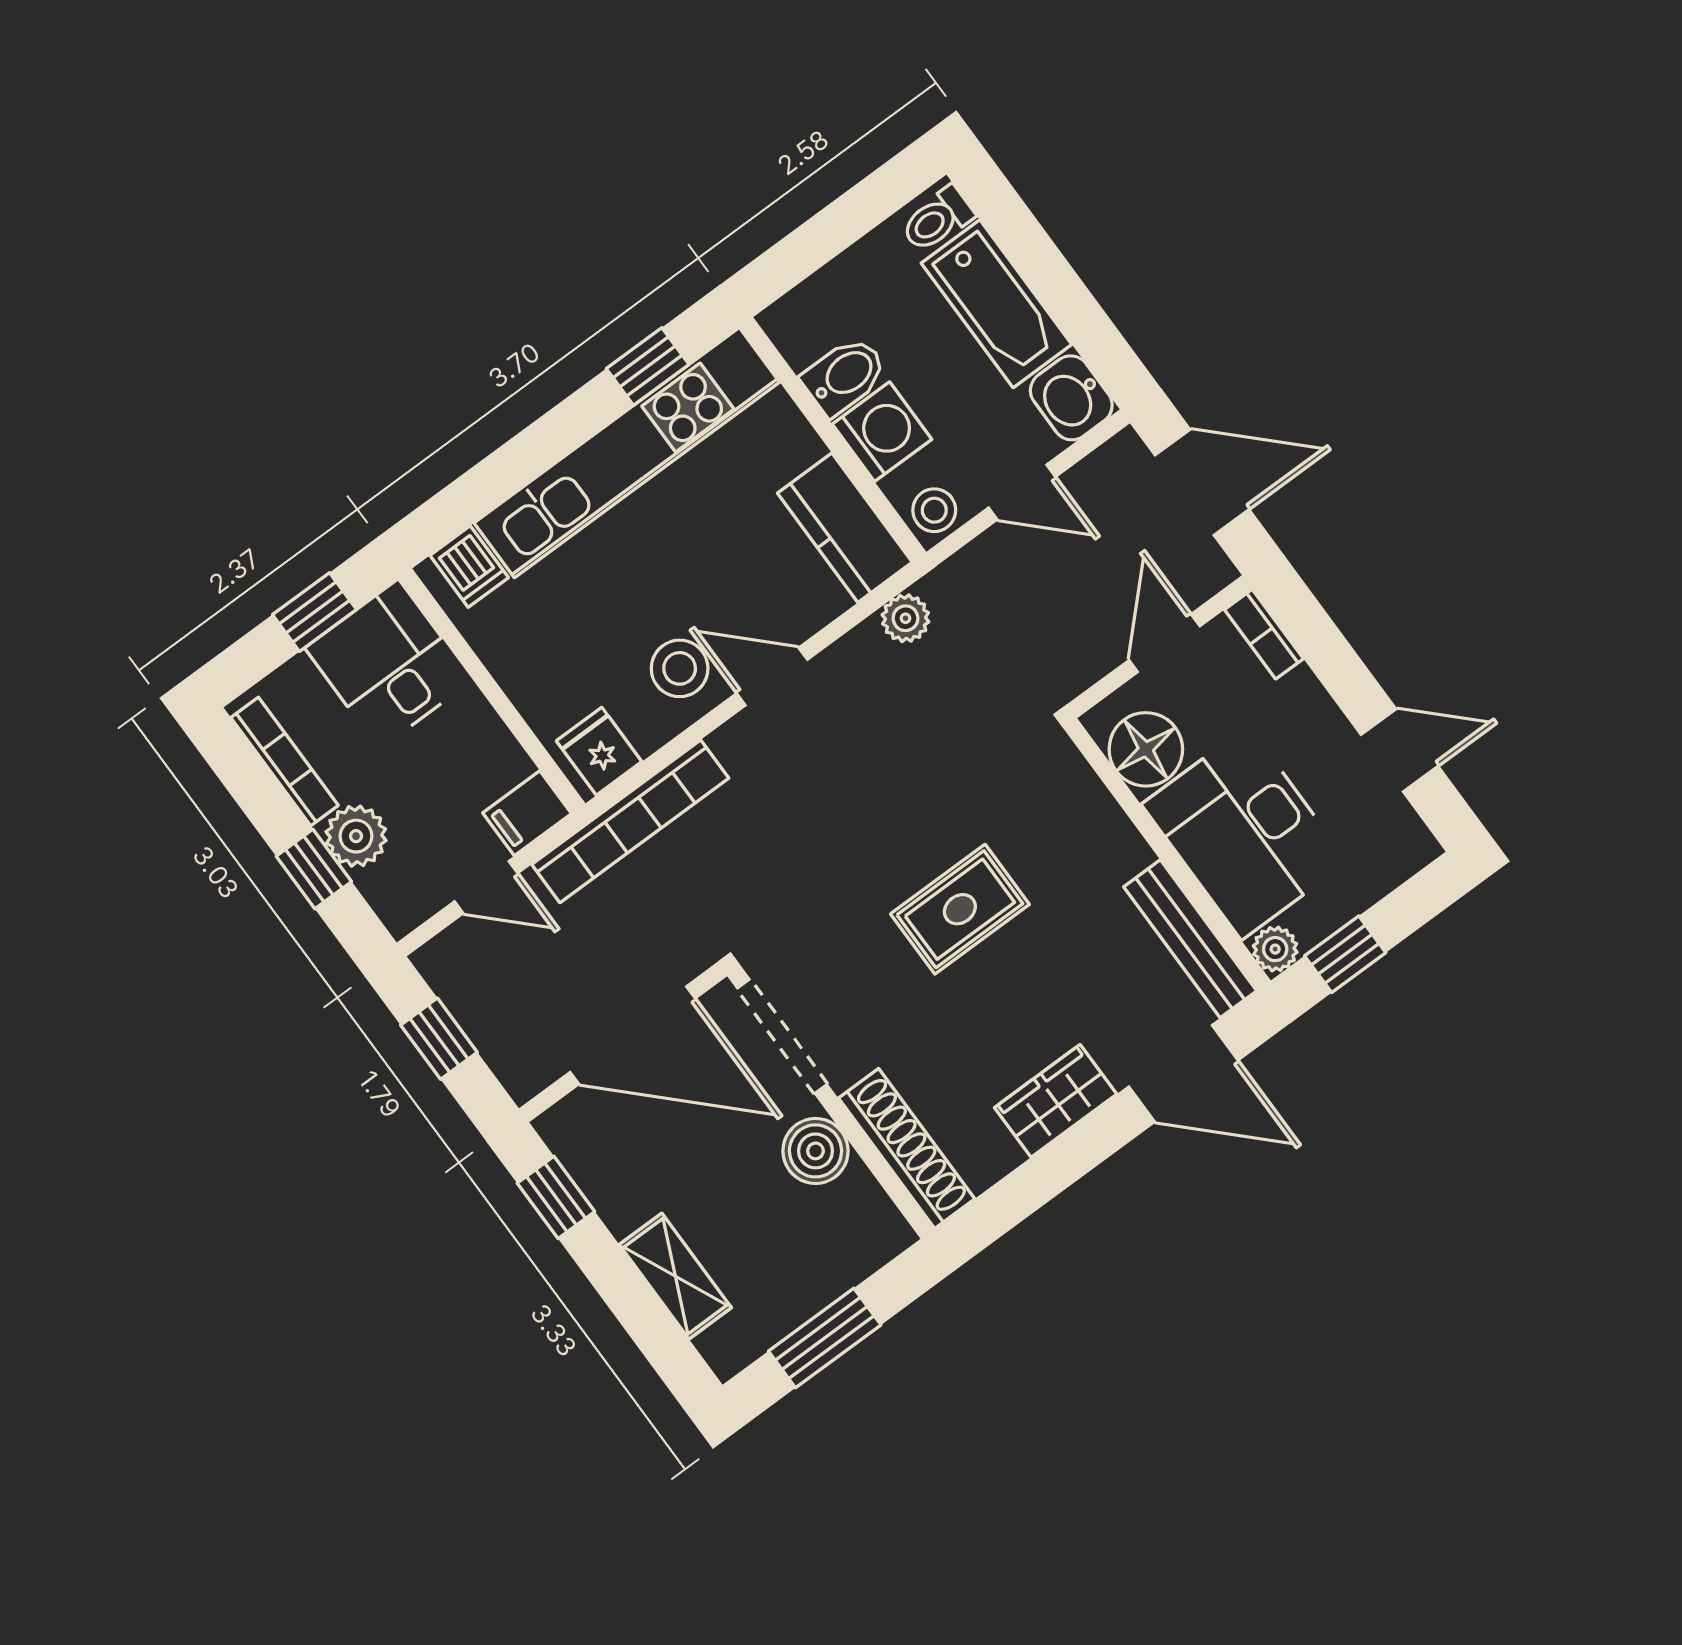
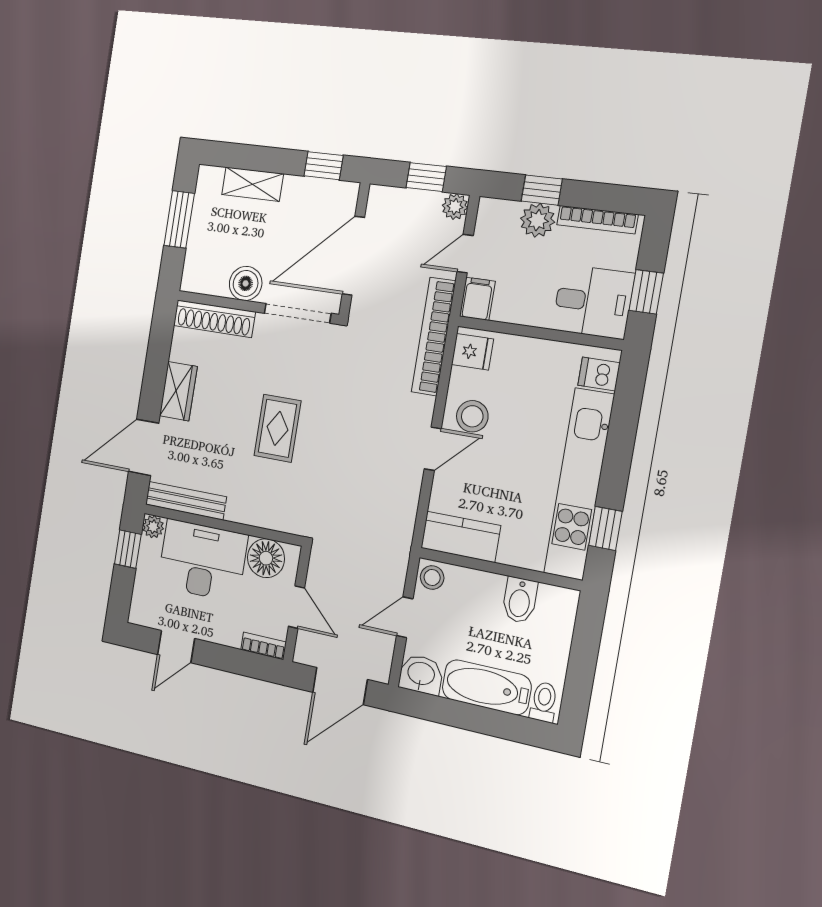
washing machine: (882, 432) -> (483, 591), removed
plant: (905, 618) -> (455, 207), moved

